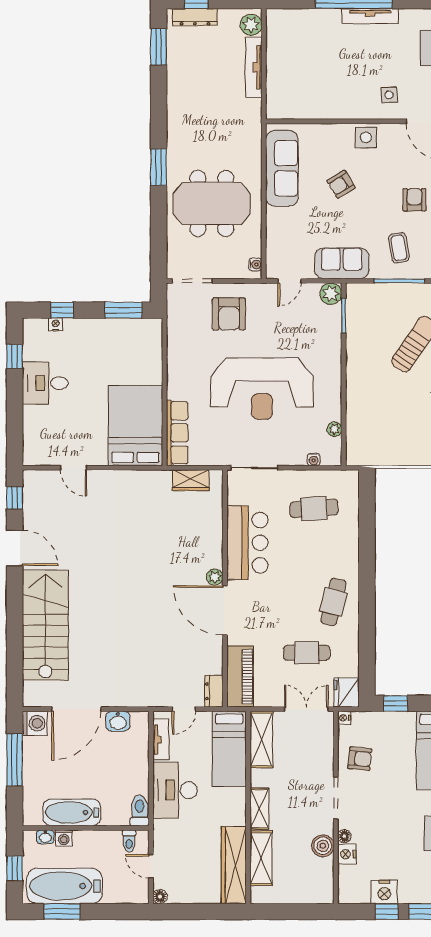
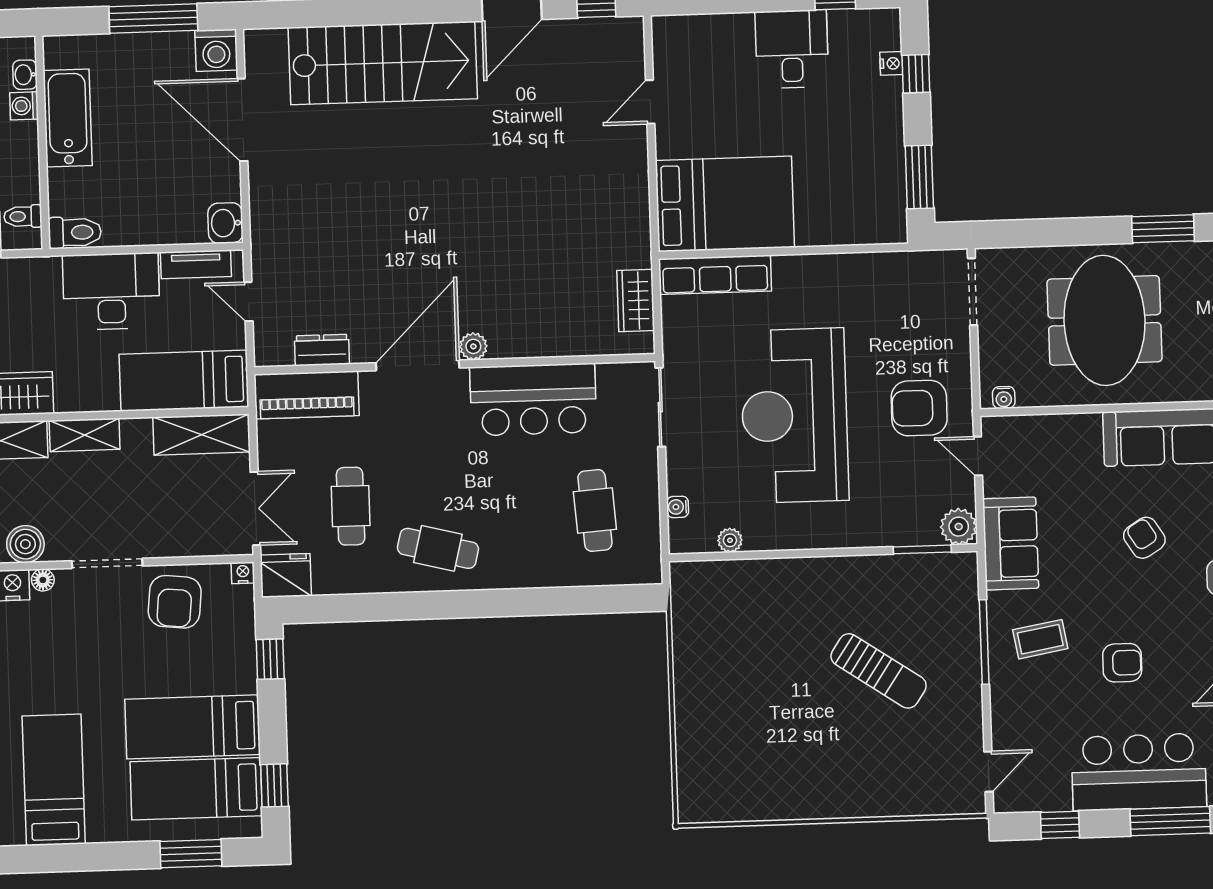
armchair: (229, 314) -> (919, 408), moved
dresser: (214, 691) -> (322, 350), moved
washbasin: (118, 721) -> (225, 223), moved
armchair: (360, 759) -> (175, 602), width x1.38, depth x1.38

